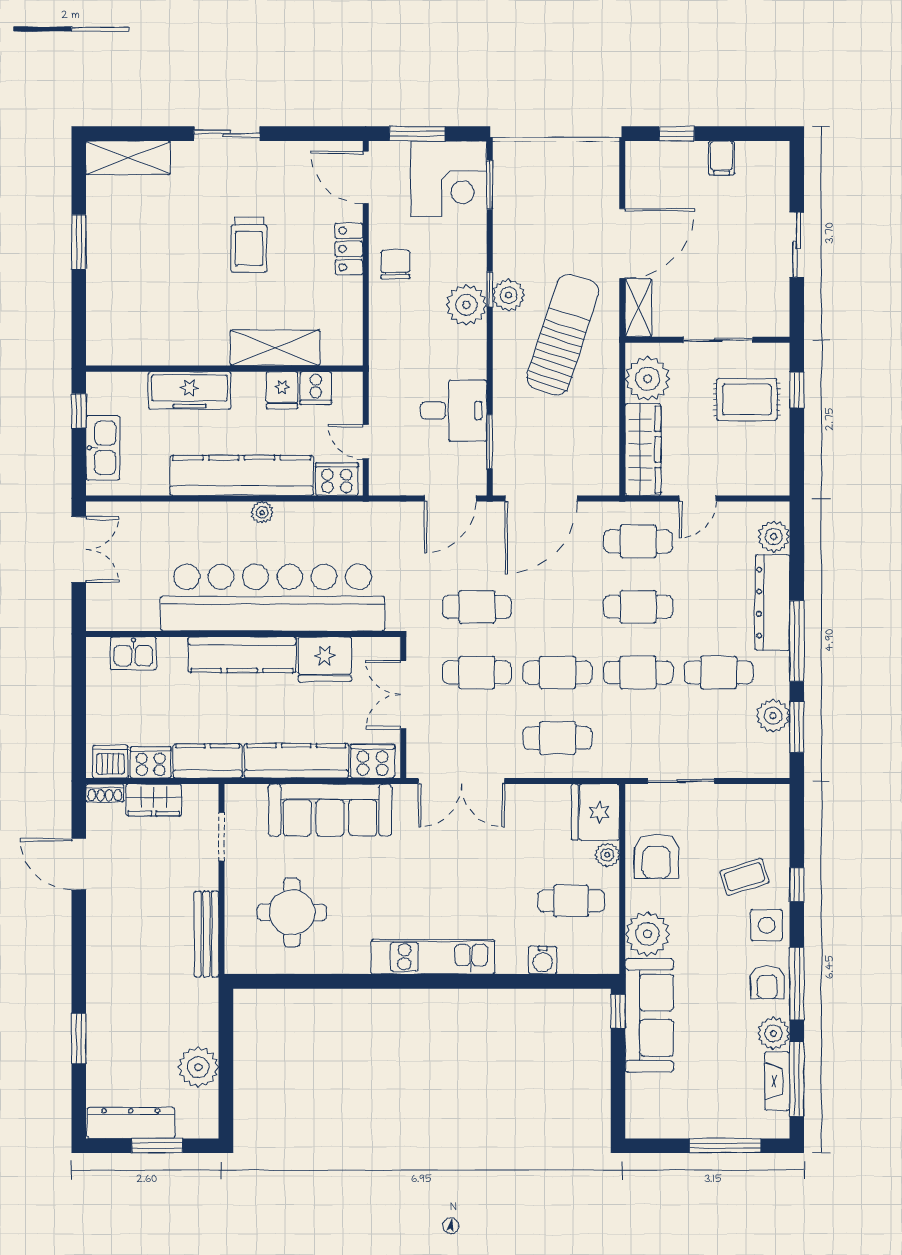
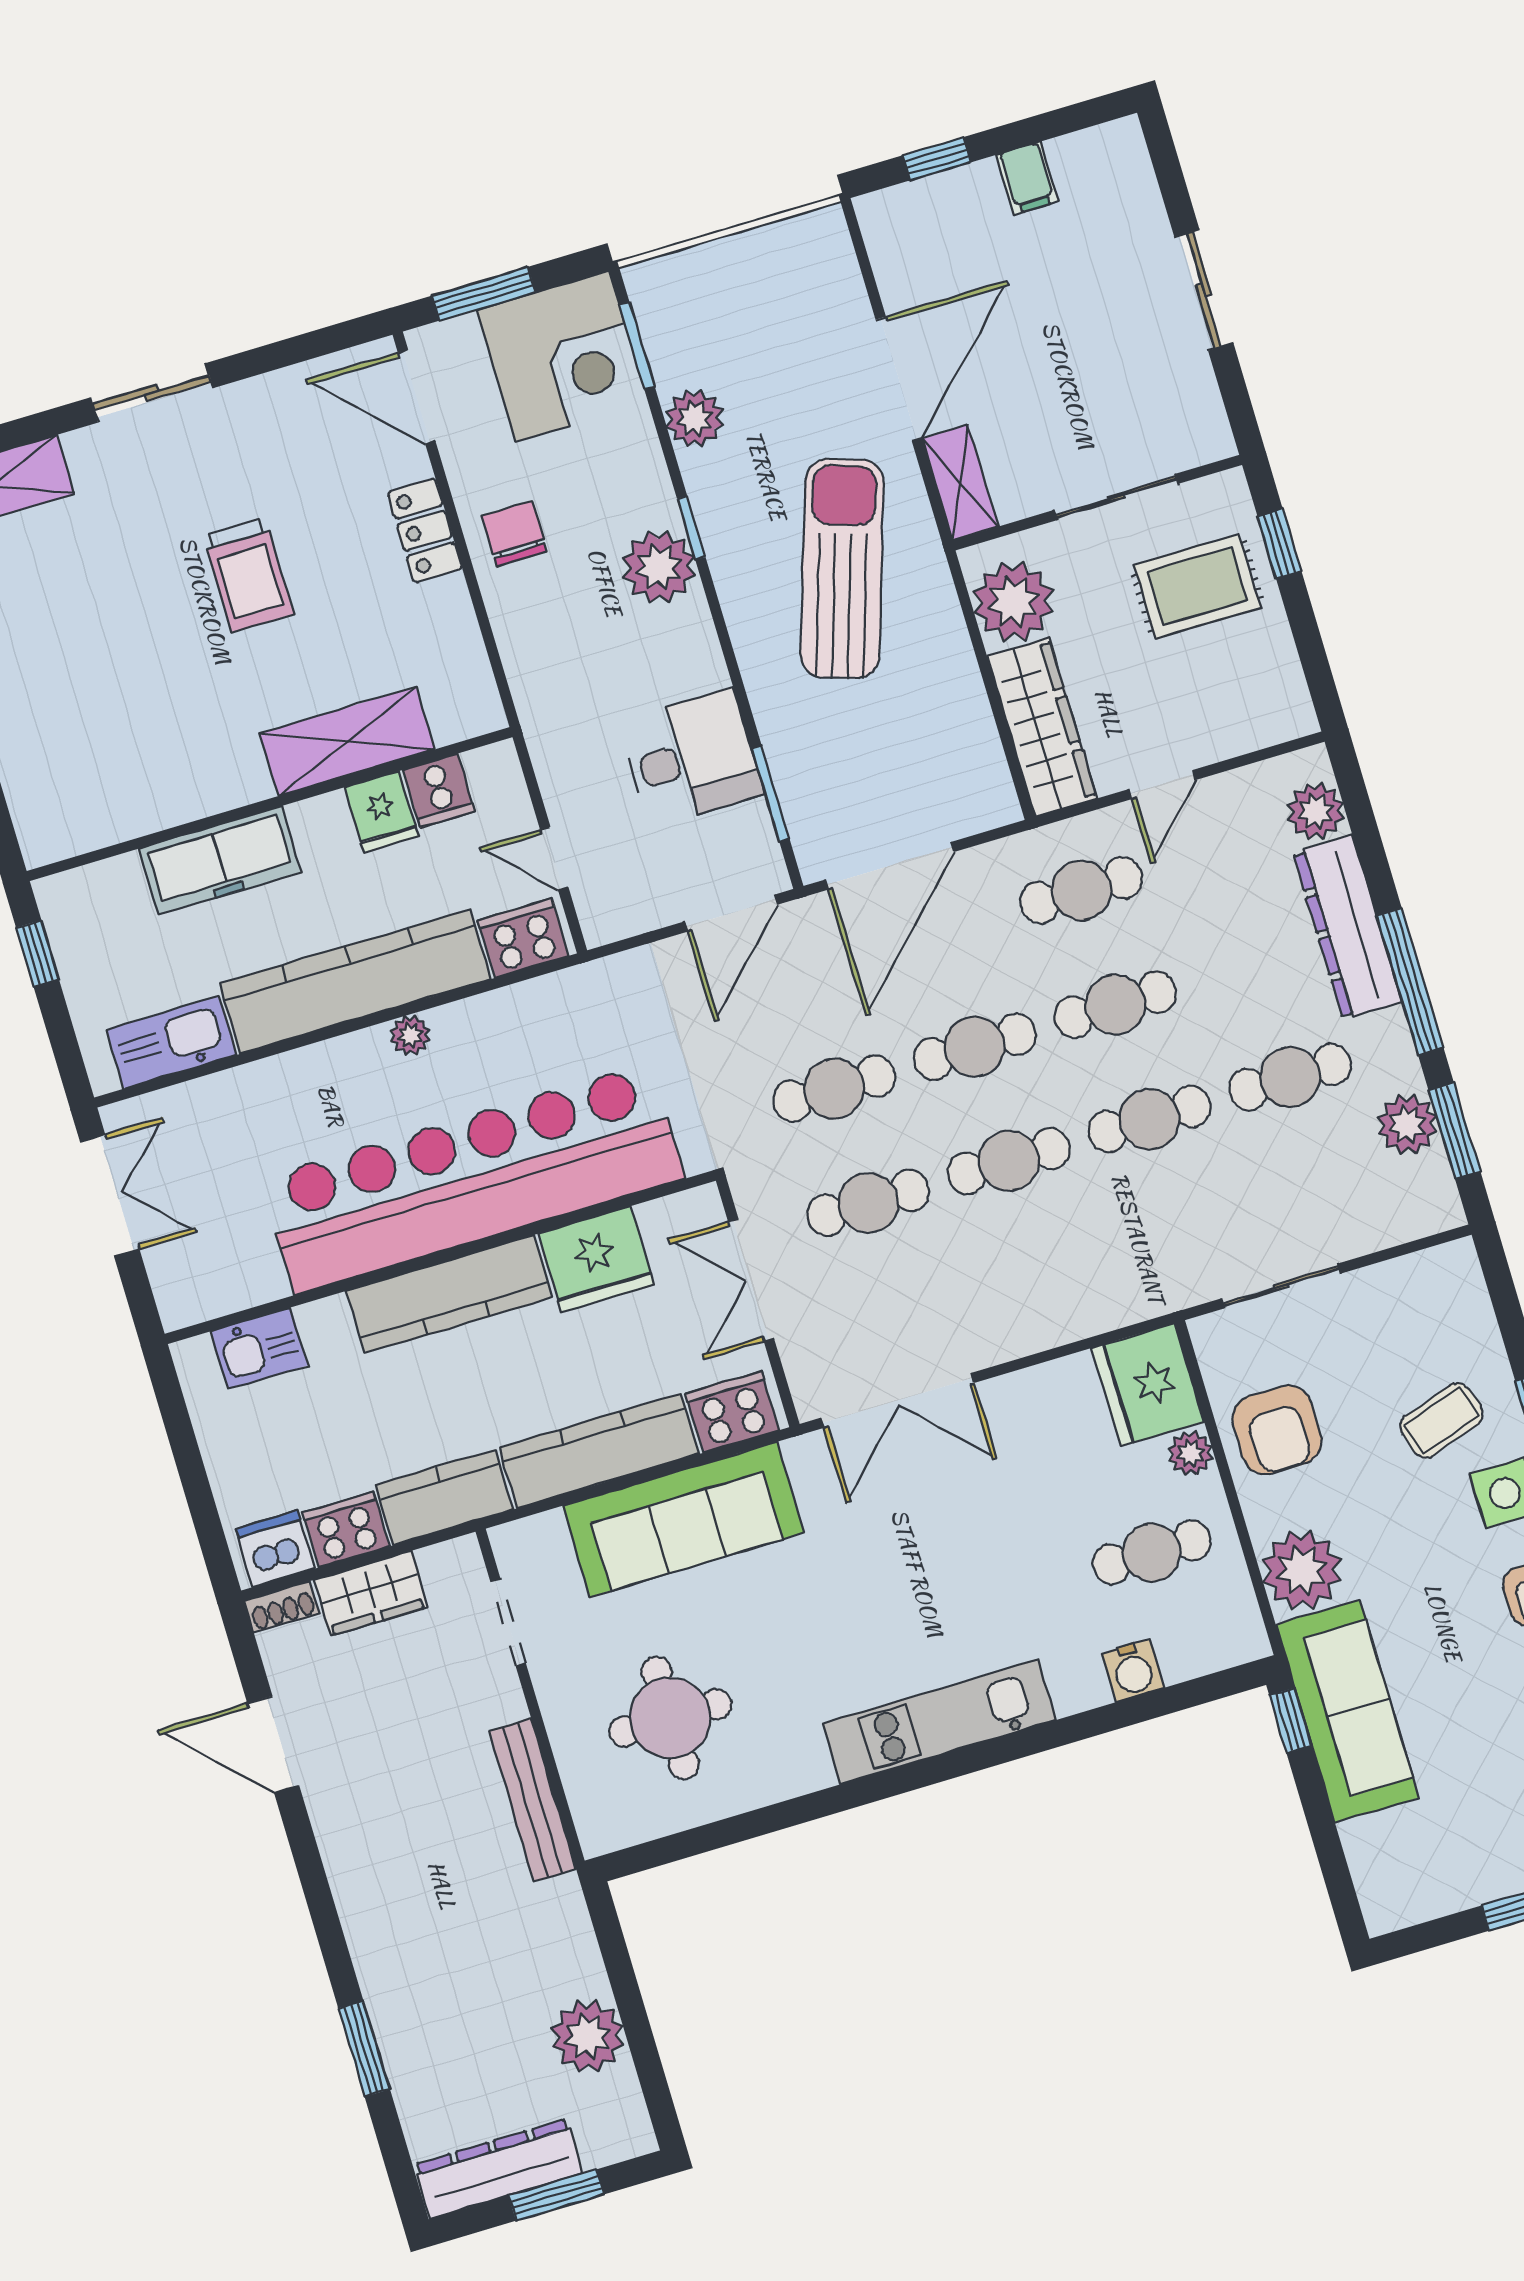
plant: (509, 295) -> (694, 418), moved
kitchen sink: (103, 448) -> (171, 1042), moved, turned -90
cafe table: (557, 738) -> (975, 1047), moved

